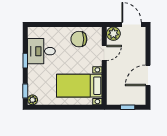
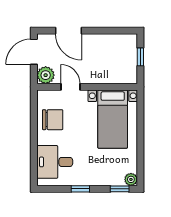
chair: (79, 39) -> (53, 120), turned -90
desk: (41, 51) -> (55, 162), moved, turned 90
door: (148, 75) -> (68, 31), moved

